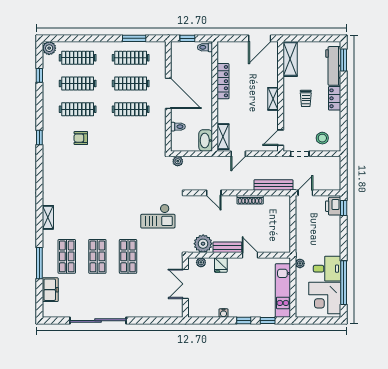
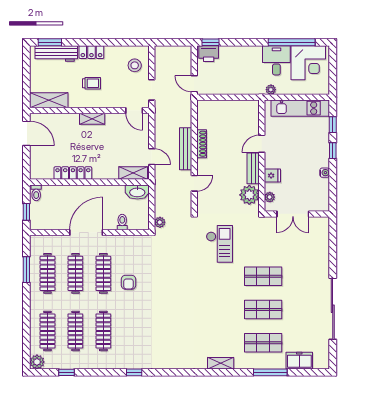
armchair: (81, 138) -> (129, 282), moved
bench: (273, 185) -> (186, 149), moved

